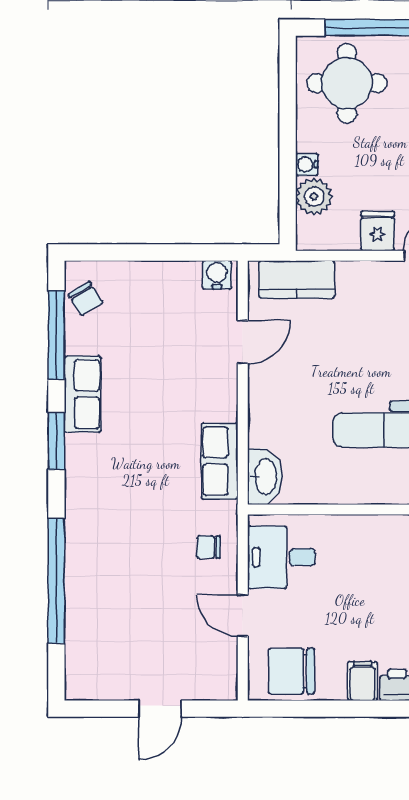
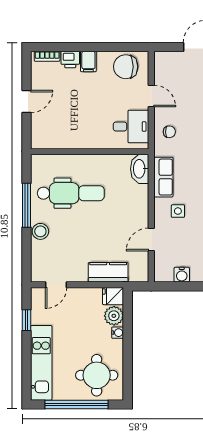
fridge: (378, 231) -> (113, 296), moved, turned 90
water cooler: (217, 275) -> (182, 275), moved
kitchen counter: (297, 279) -> (108, 272), moved
side table: (192, 396) -> (178, 211), added
chair: (292, 671) -> (126, 67), turned 180

